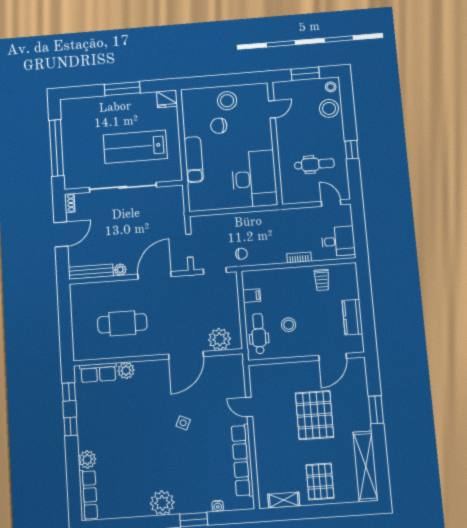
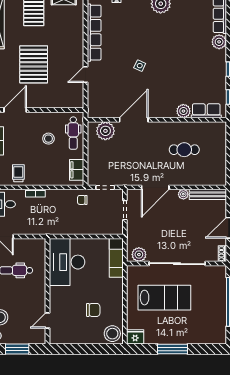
stool: (227, 101) -> (112, 334), moved
exam couch: (194, 160) -> (116, 258), moved
plant: (169, 194) -> (139, 255), added
filing cabinet: (252, 296) -> (77, 170), width x2.00
cafe table: (122, 323) -> (184, 150), width x0.73, depth x0.74
door: (249, 407) -> (86, 75), swing flipped

